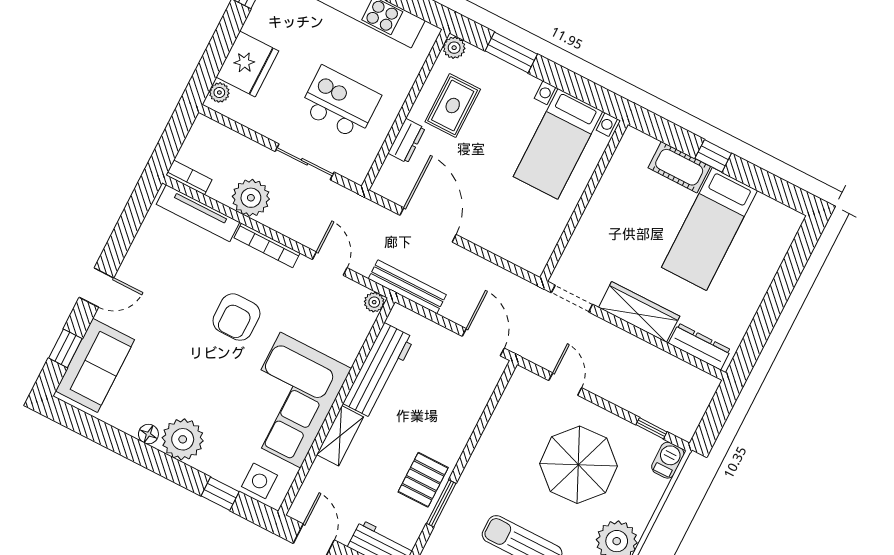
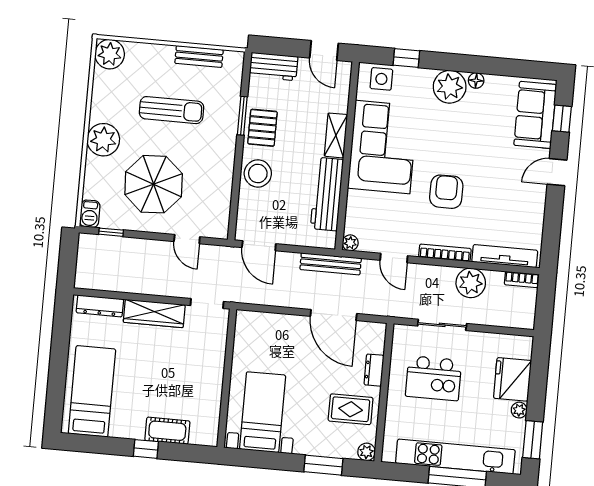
plant: (219, 92) -> (519, 410), moved
rug: (453, 106) -> (351, 409), turned 90
bed: (709, 229) -> (92, 391), moved
stool: (450, 428) -> (258, 173), added

